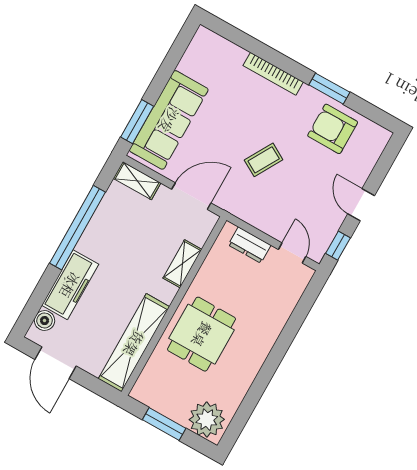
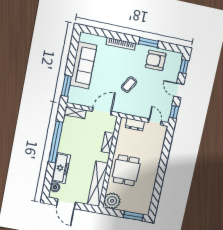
sofa: (169, 120) -> (83, 65), moved
window: (386, 160) -> (184, 67), added
plant: (207, 420) -> (112, 201), moved
window: (164, 424) -> (133, 216), moved

